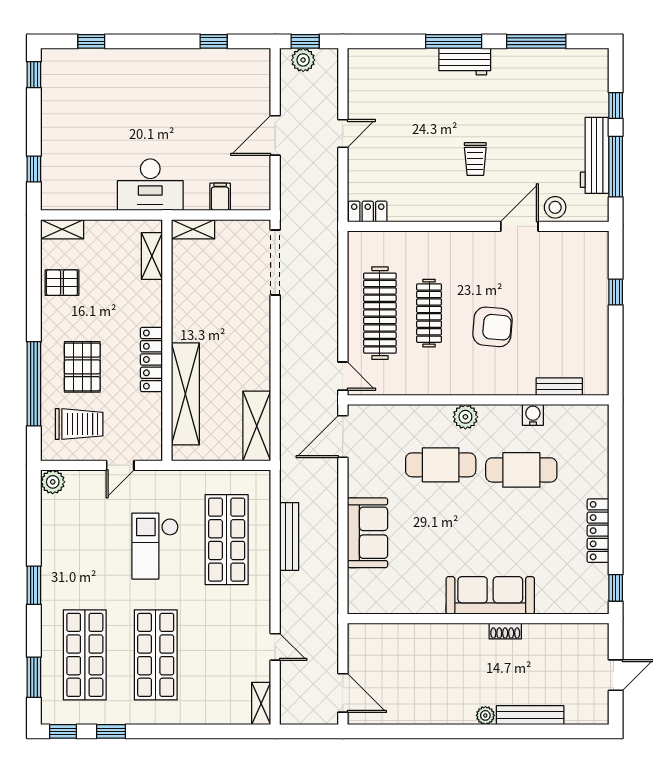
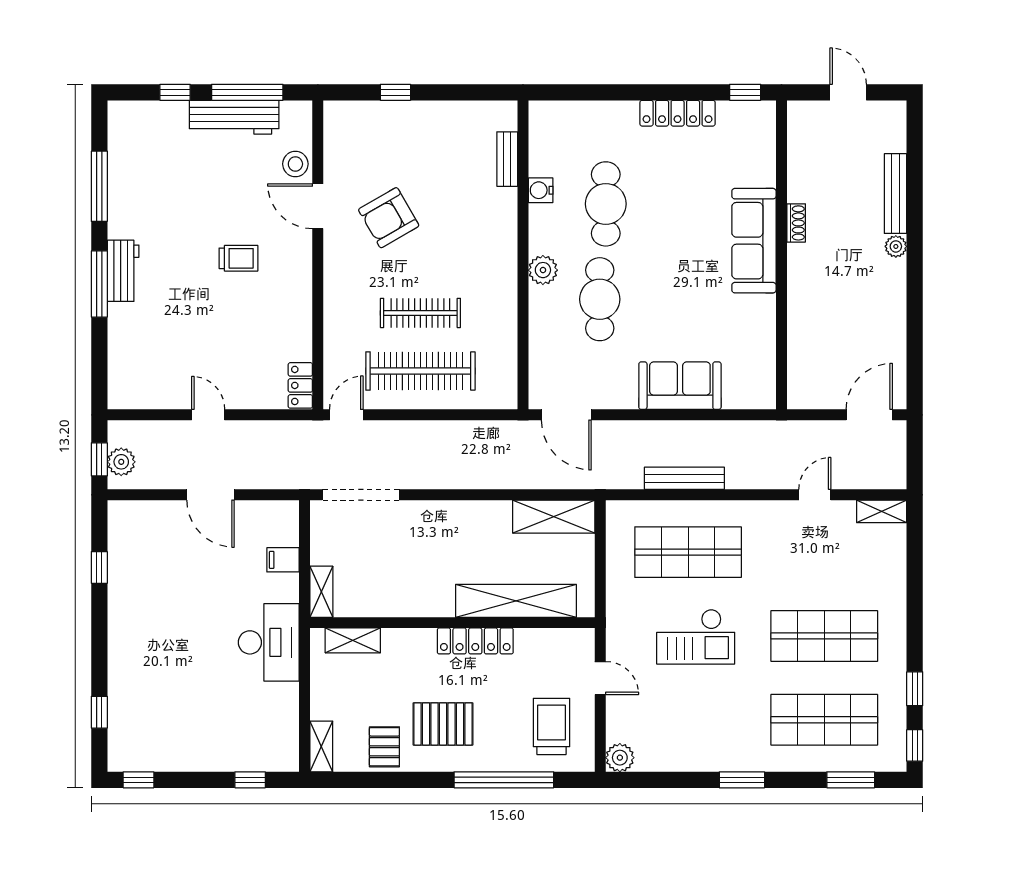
armchair: (492, 327) -> (389, 218), moved, turned -125
pallet: (82, 367) -> (443, 724), moved
door: (343, 376) -> (346, 415), moved

